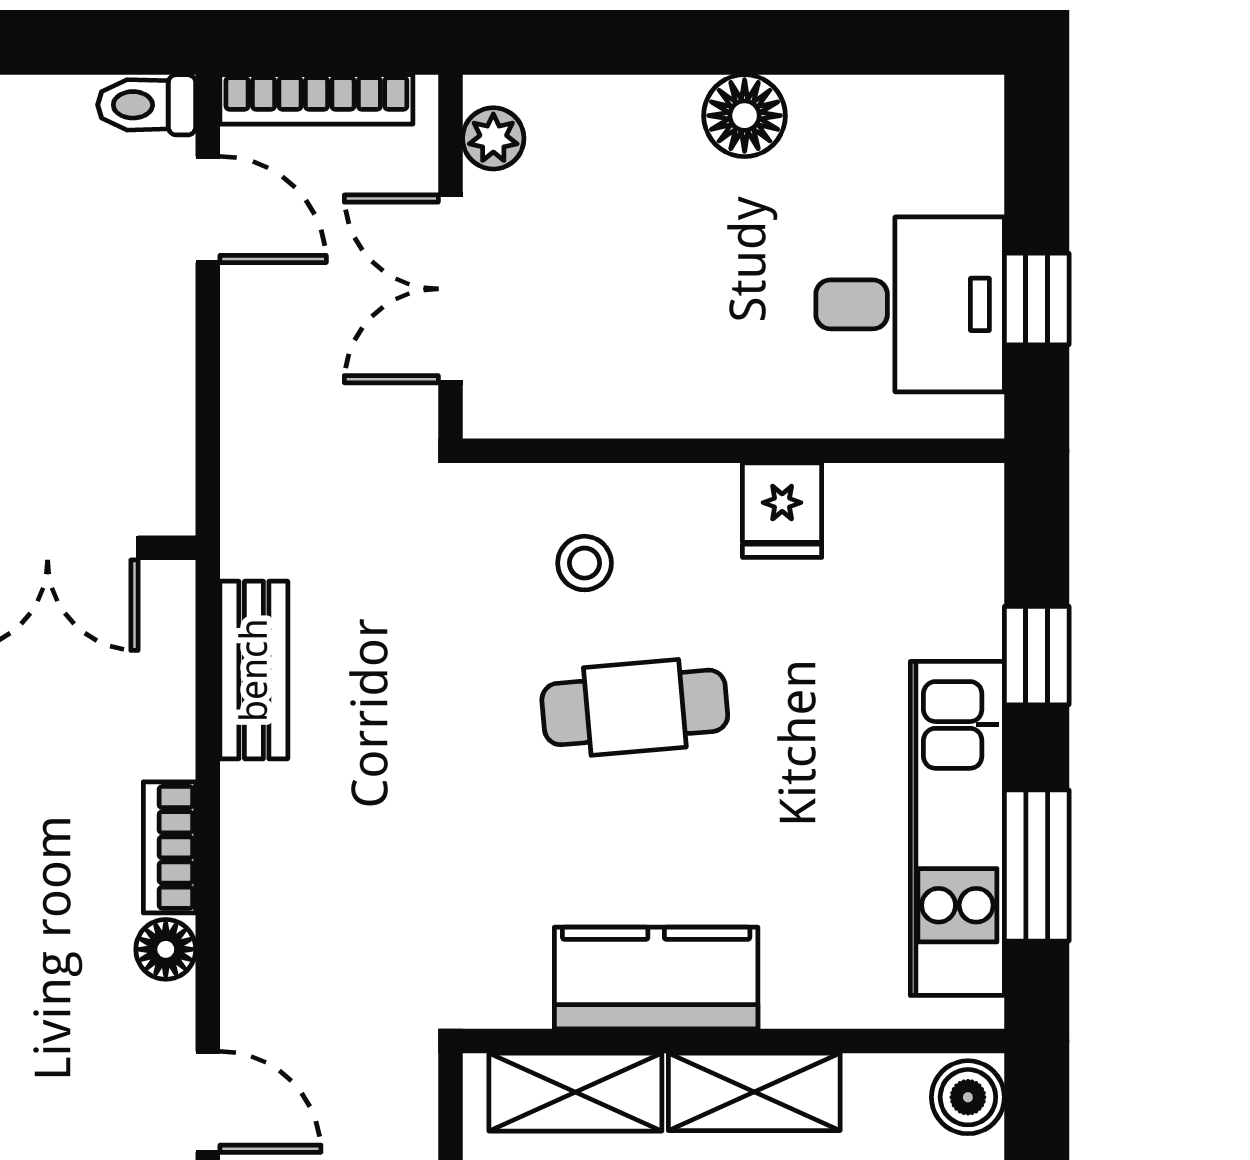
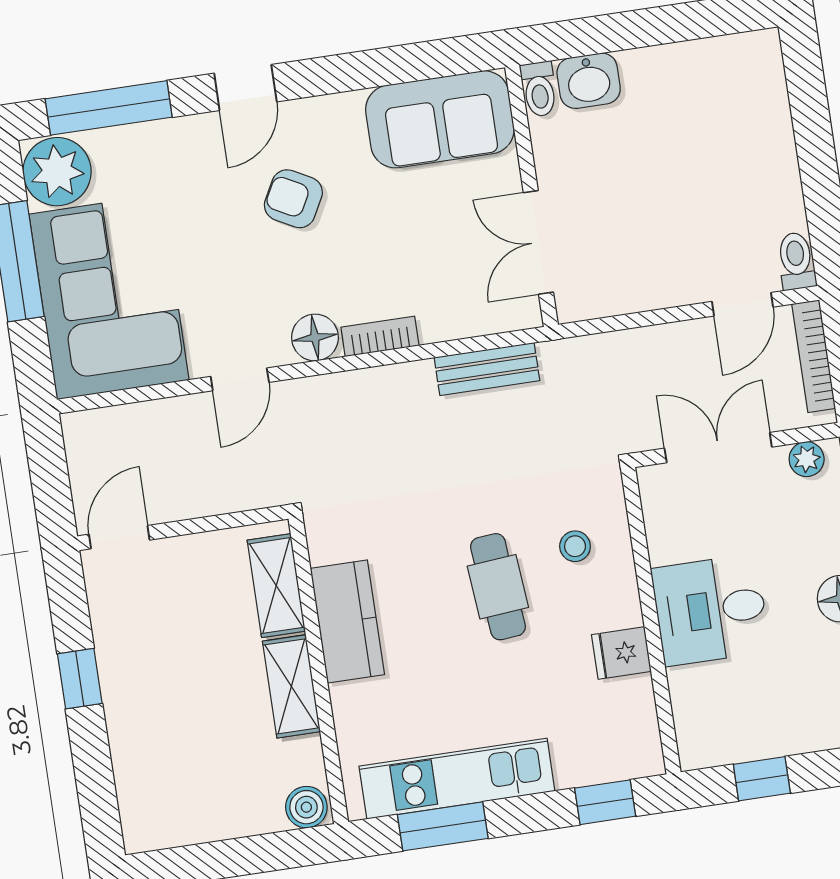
desk: (910, 304) -> (711, 610), moved, turned 90
window: (1037, 656) -> (605, 802), moved
floor lamp: (166, 949) -> (315, 338), width x1.37, depth x1.37

